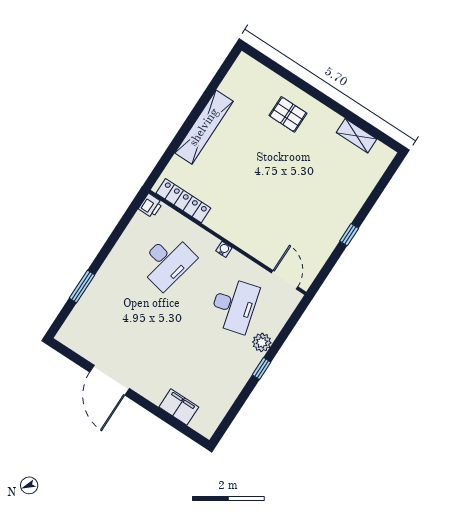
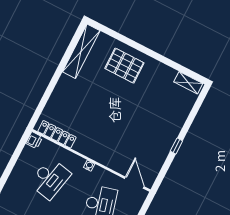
pallet: (288, 114) -> (124, 66), width x1.50, depth x1.42
shelving: (204, 127) -> (81, 51), moved
shelving: (356, 136) -> (188, 83), moved

